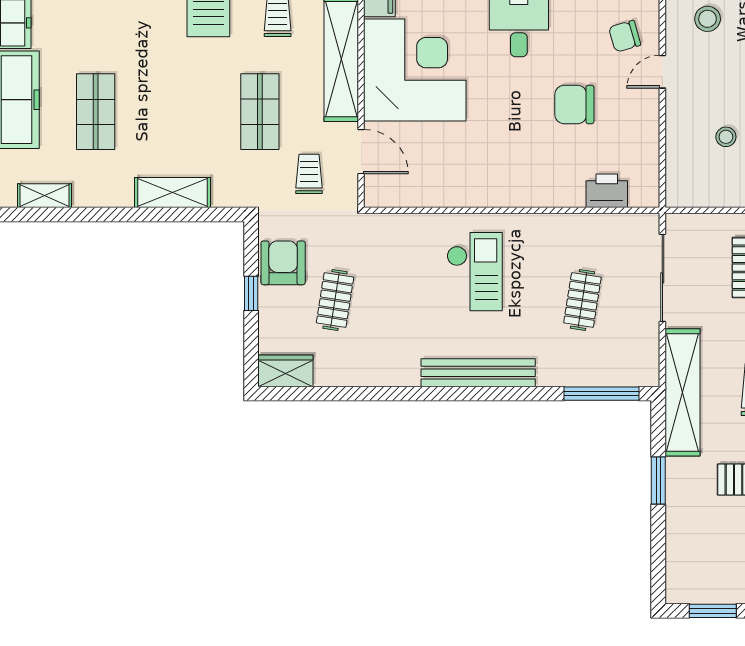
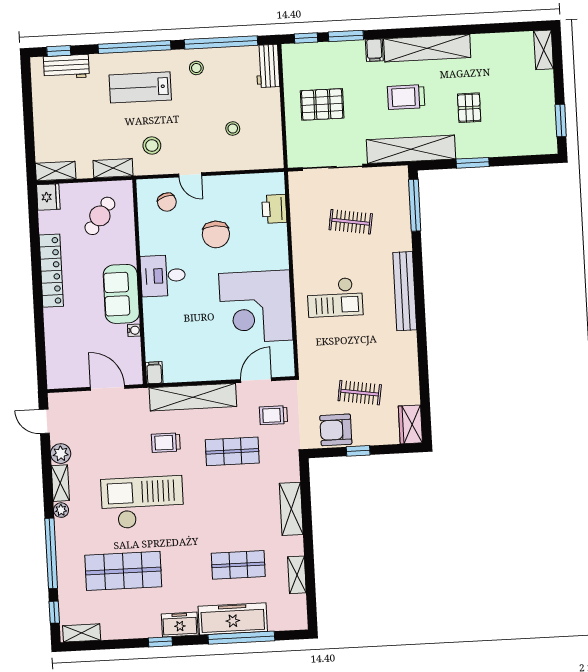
corner desk: (415, 70) -> (256, 307), moved, turned -90
shelving: (45, 196) -> (297, 575), moved
checkout: (475, 272) -> (335, 297), turned 180

